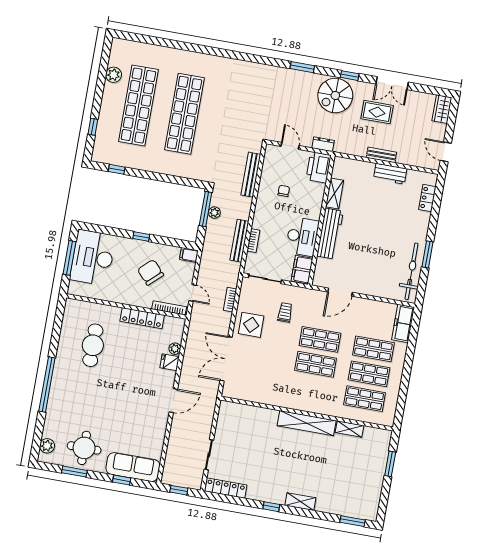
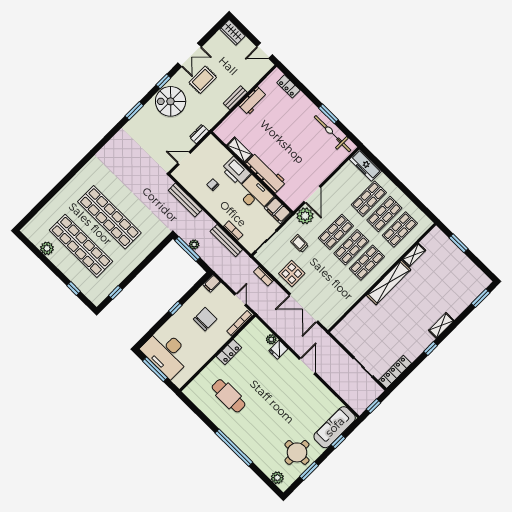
spiral stairs: (335, 96) -> (171, 101), turned 90
printer: (319, 167) -> (236, 171), moved
chair: (151, 272) -> (205, 319), turned 133
door: (192, 293) -> (240, 299), hinge flipped
plant: (315, 299) -> (305, 216), added
locker: (142, 318) -> (229, 352), width x0.66
shop shelf: (311, 389) -> (367, 263), added

